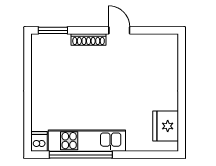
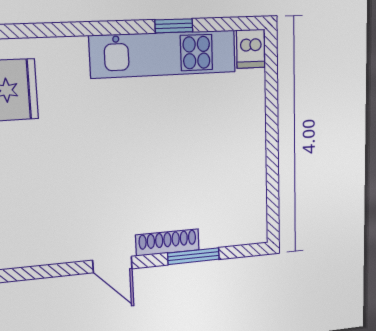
window: (53, 30) -> (193, 256), moved
window: (81, 155) -> (174, 26), width x0.32

